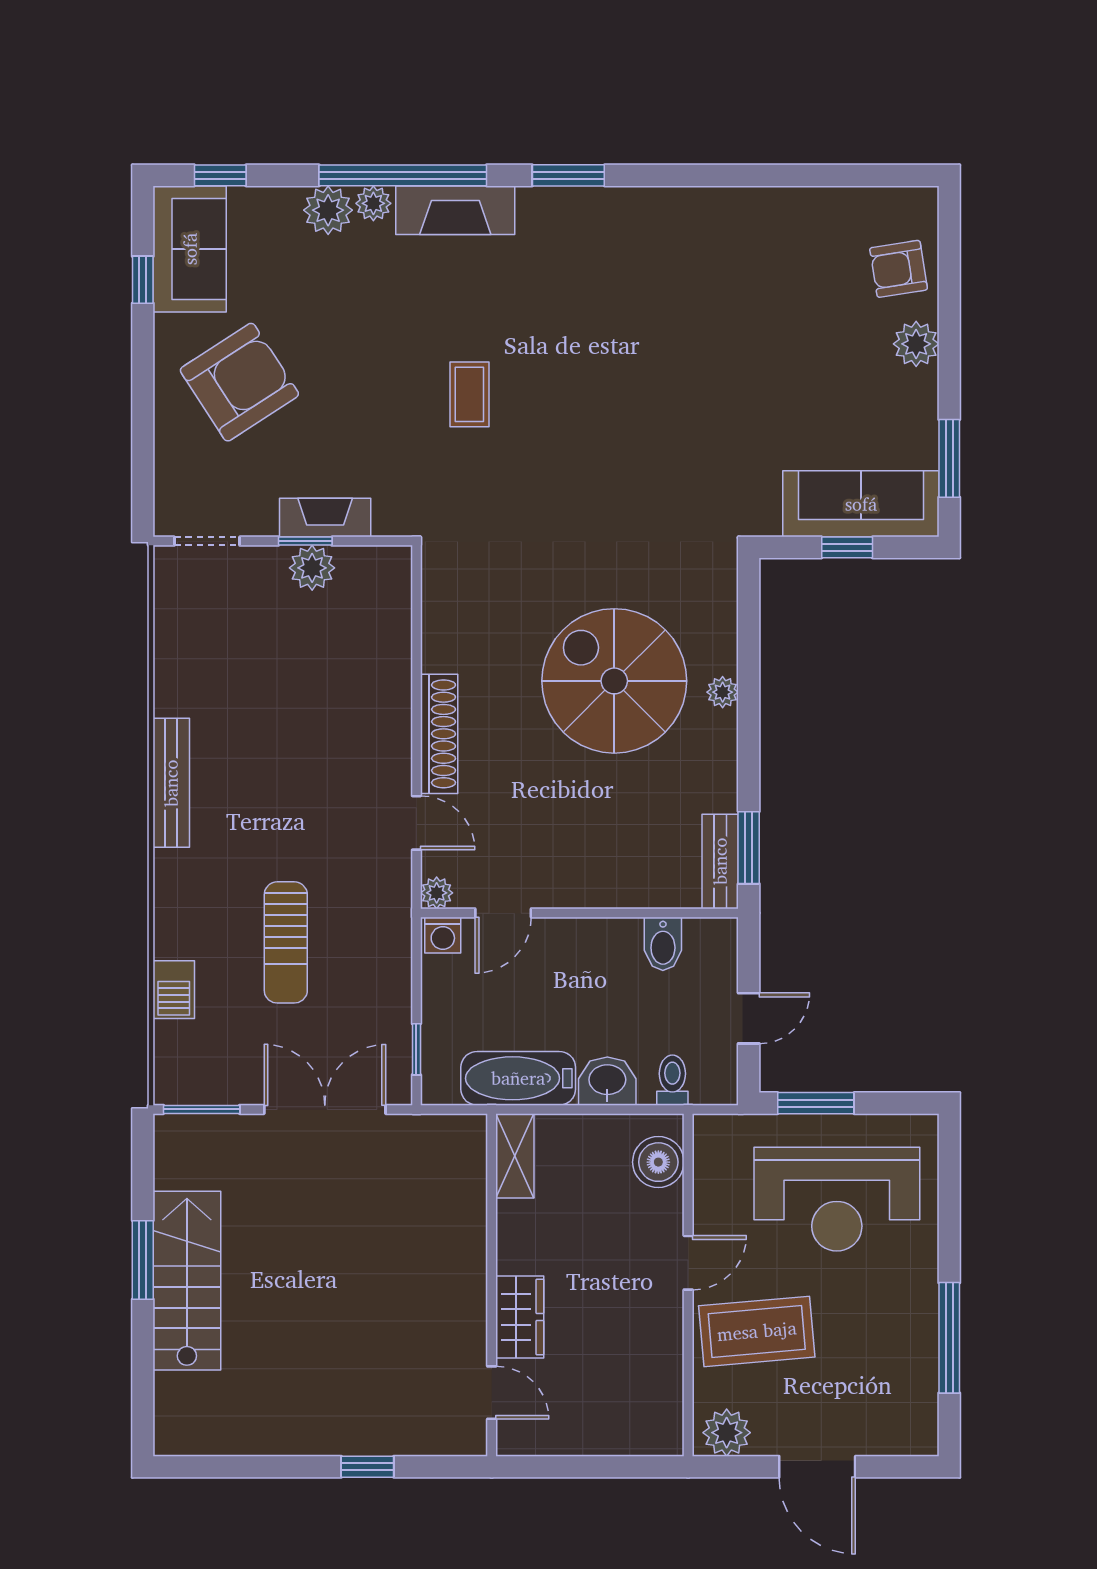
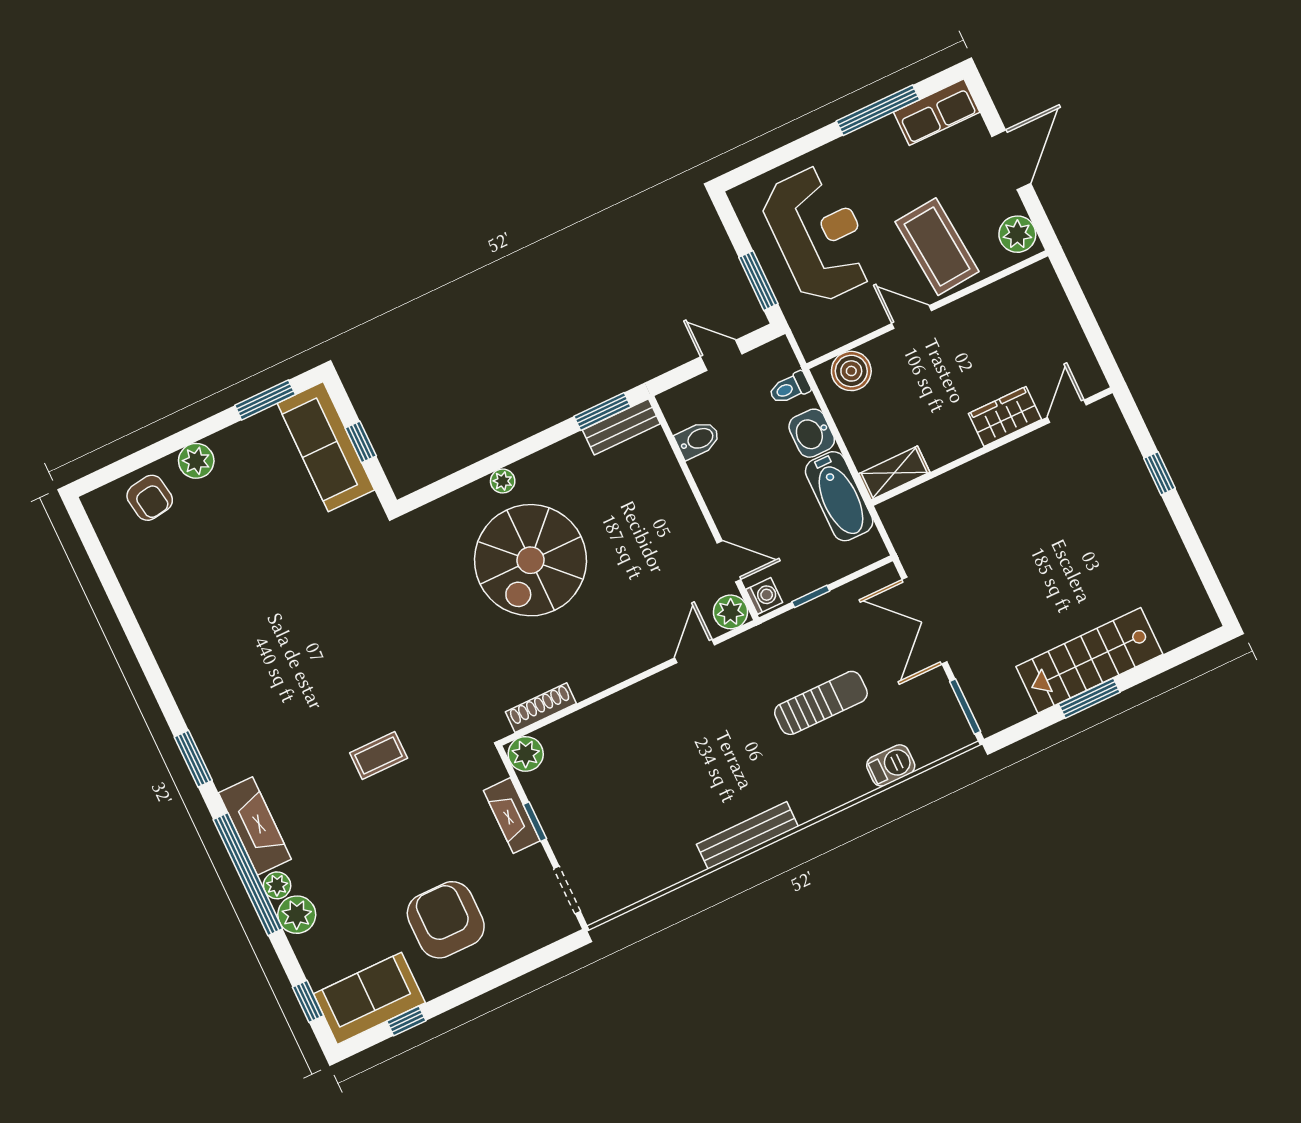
armchair: (239, 382) -> (446, 920), turned 33
plant: (312, 568) -> (526, 754), moved
shoe rack: (439, 734) -> (541, 708), moved, width x0.74, depth x0.81
plant: (437, 893) -> (731, 612), width x1.38, depth x1.38
window: (416, 1049) -> (811, 596), moved
row of seats: (915, 1406) -> (937, 112), added

